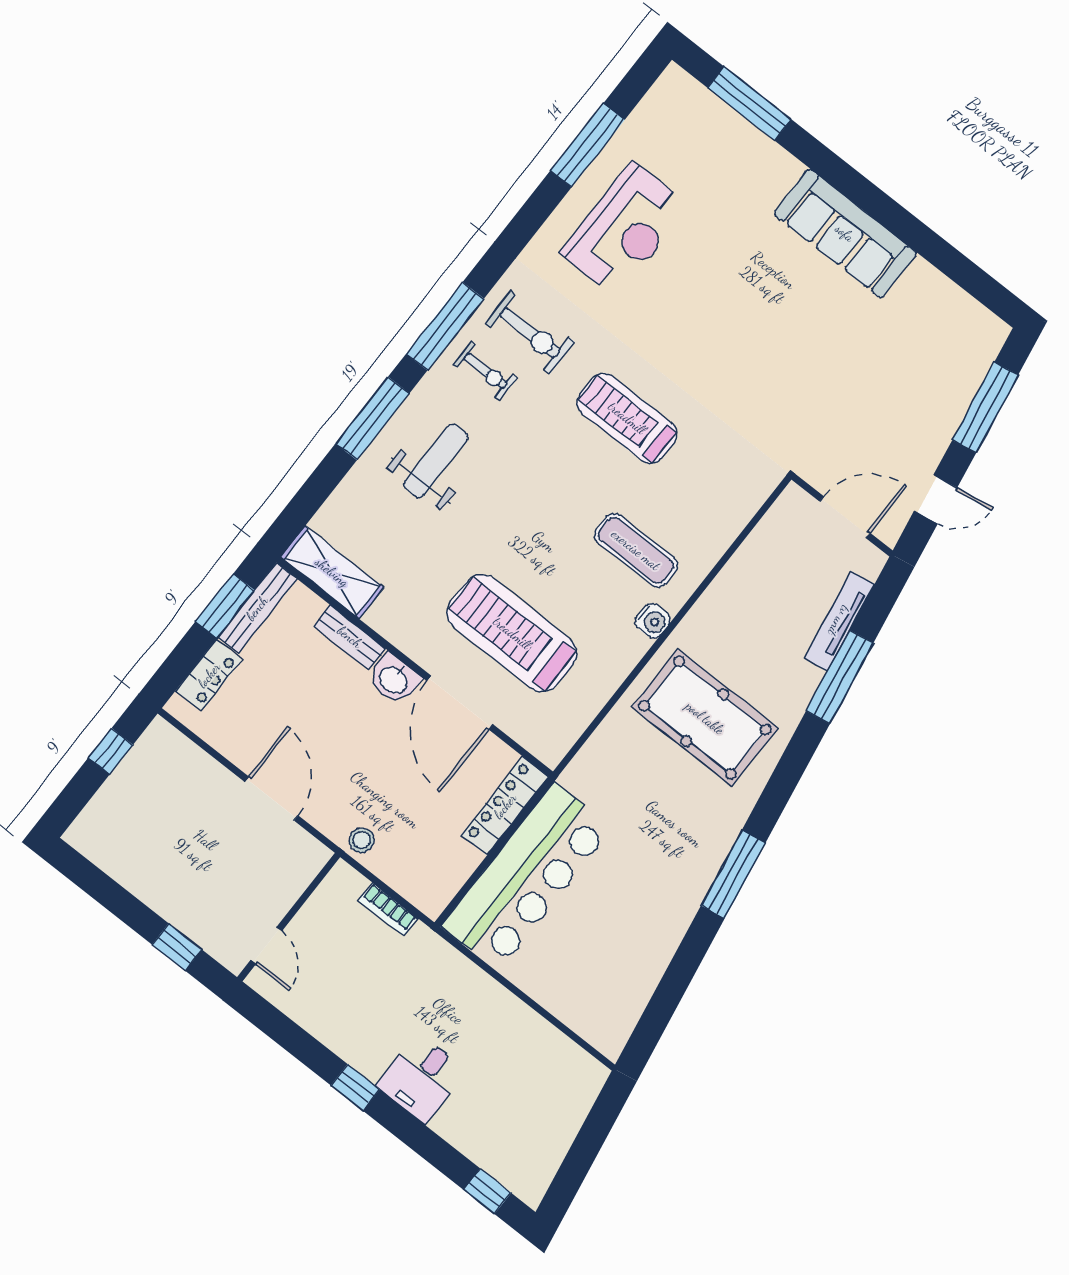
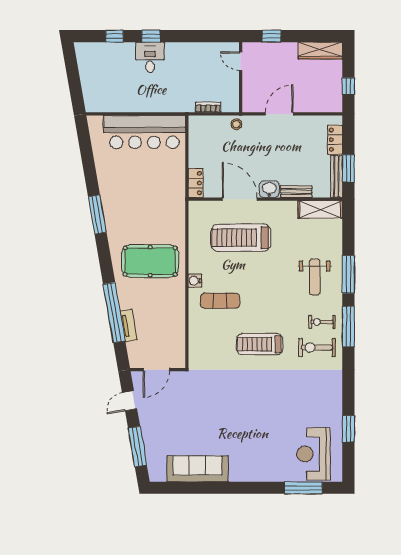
window: (587, 145) -> (348, 429), width x0.69
reception desk: (625, 229) -> (313, 454), moved
sofa: (845, 233) -> (197, 469), moved
treadmill: (627, 418) -> (260, 344), turned 180
tv unit: (839, 621) -> (129, 325), width x0.71
treadmill: (512, 633) -> (241, 238), turned 180
window: (840, 677) -> (114, 312), width x1.46
door: (271, 799) -> (279, 114), swing flipped
locker: (505, 806) -> (196, 183), width x0.66
wardrobe: (110, 853) -> (320, 51), added
bar counter: (527, 877) -> (144, 132), moved, turned -90
window: (355, 1087) -> (151, 36), moved
window: (487, 1191) -> (114, 36), moved

